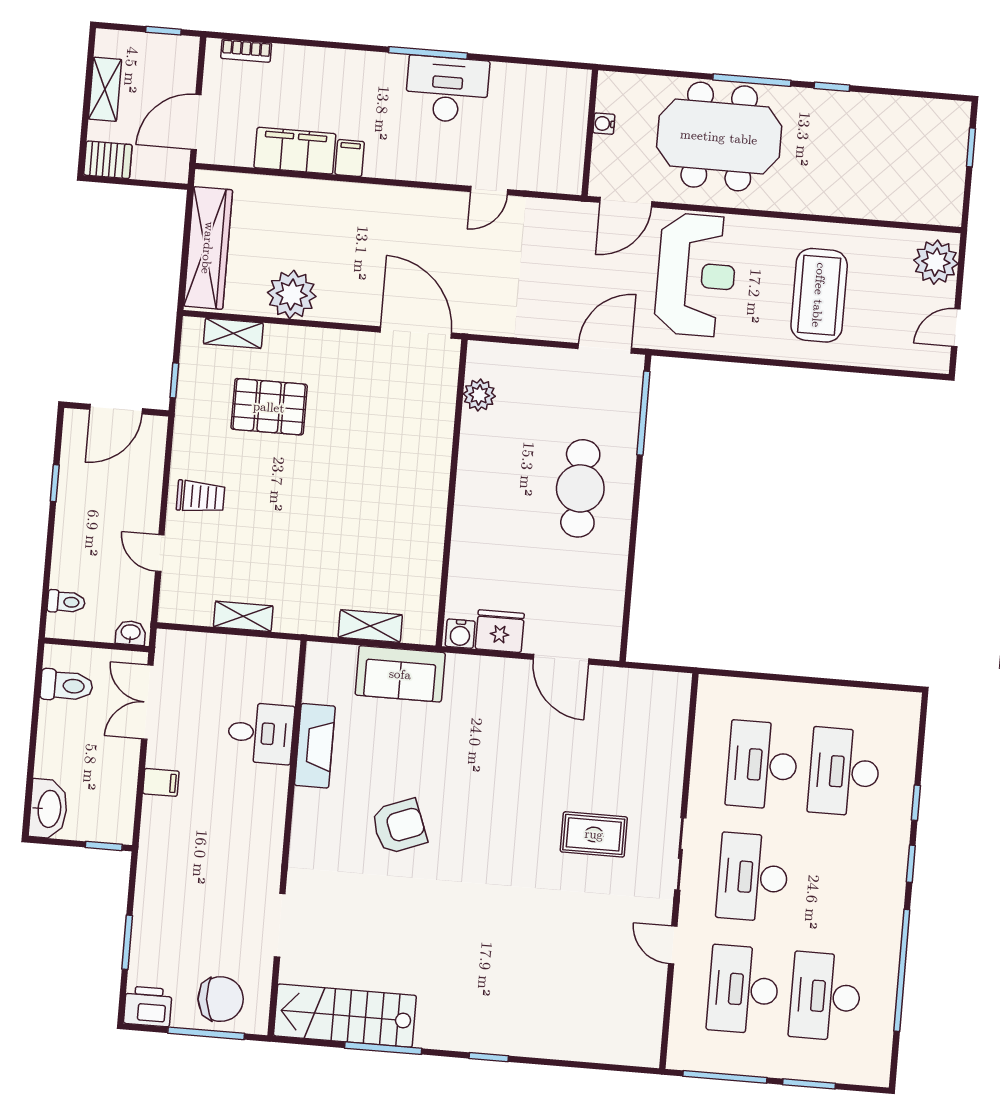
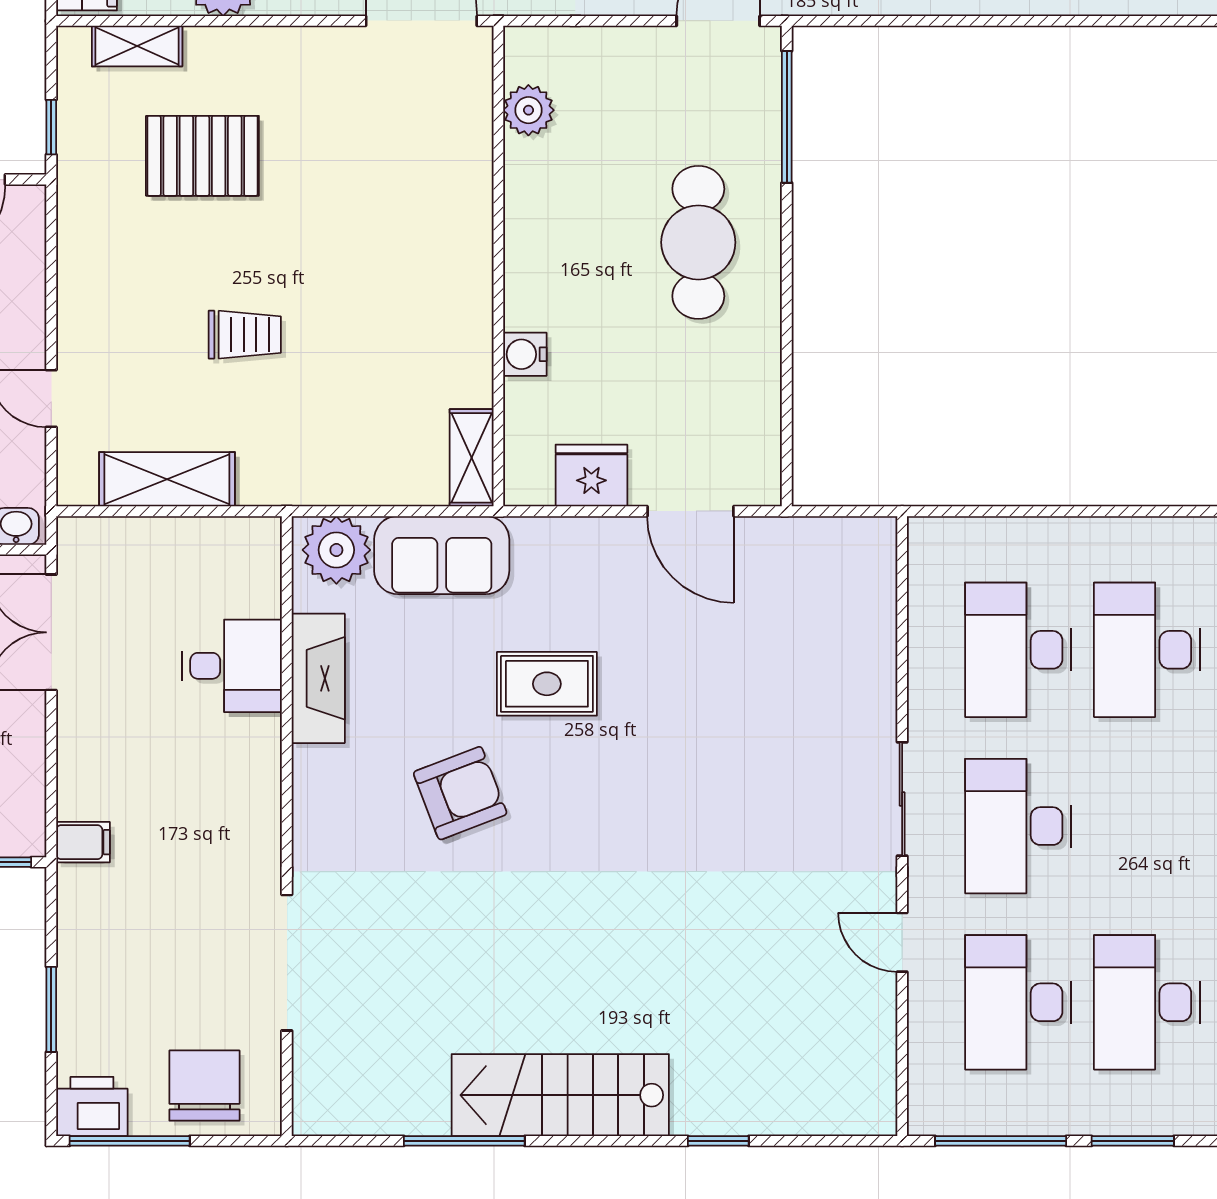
trolley: (201, 497) -> (245, 335), moved
shelving: (243, 616) -> (167, 479), width x1.50, depth x1.33
shelving: (370, 626) -> (472, 458), moved, turned 90
water cooler: (460, 634) -> (525, 354), moved, turned 90
plant: (333, 665) -> (336, 550), added
filing cabinet: (161, 782) -> (83, 842), moved
rug: (594, 834) -> (547, 684), moved
doorway: (280, 925) -> (287, 963), width x1.36
chair: (221, 999) -> (204, 1086), turned -84
stairs: (345, 1016) -> (560, 1095), moved
window: (206, 1033) -> (130, 1141), moved
window: (489, 1057) -> (718, 1141), moved

